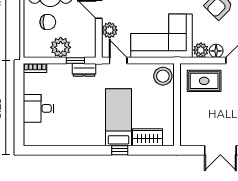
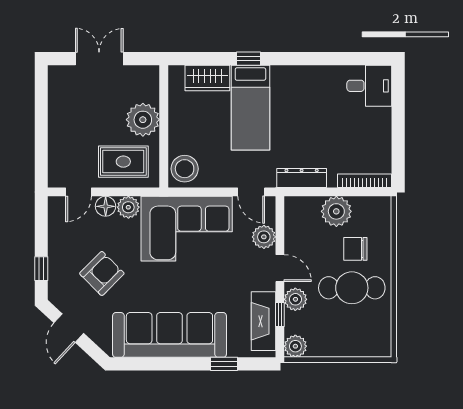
window: (75, 60) -> (314, 192), removed
bookcase: (35, 68) -> (365, 181), width x1.56
dresser: (84, 70) -> (302, 178), width x1.44
desk: (38, 108) -> (369, 86), moved
plant: (191, 109) -> (143, 120), added

